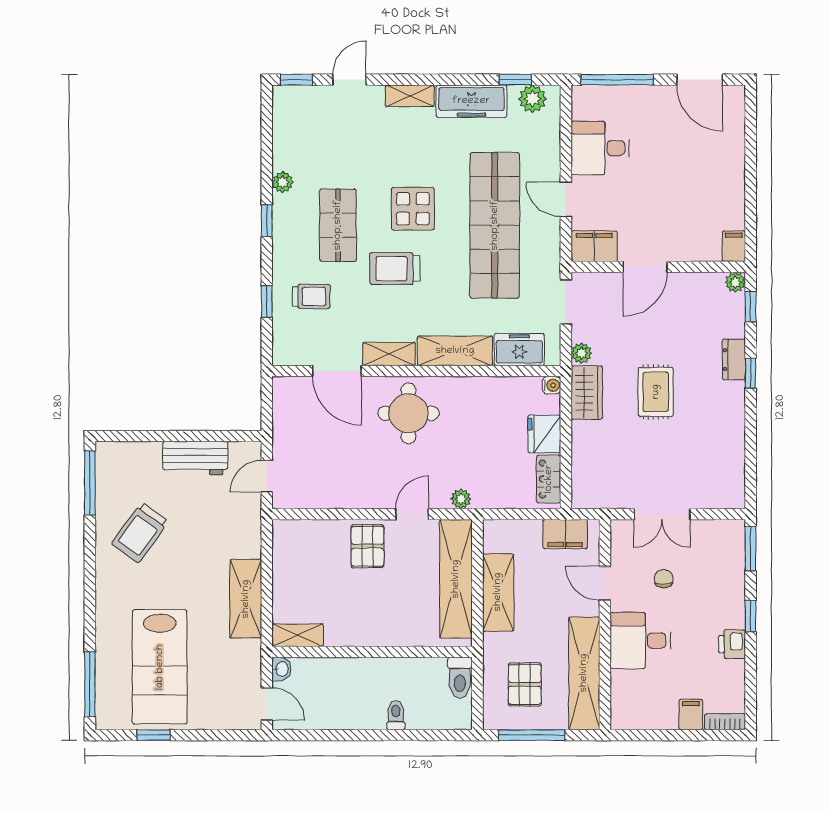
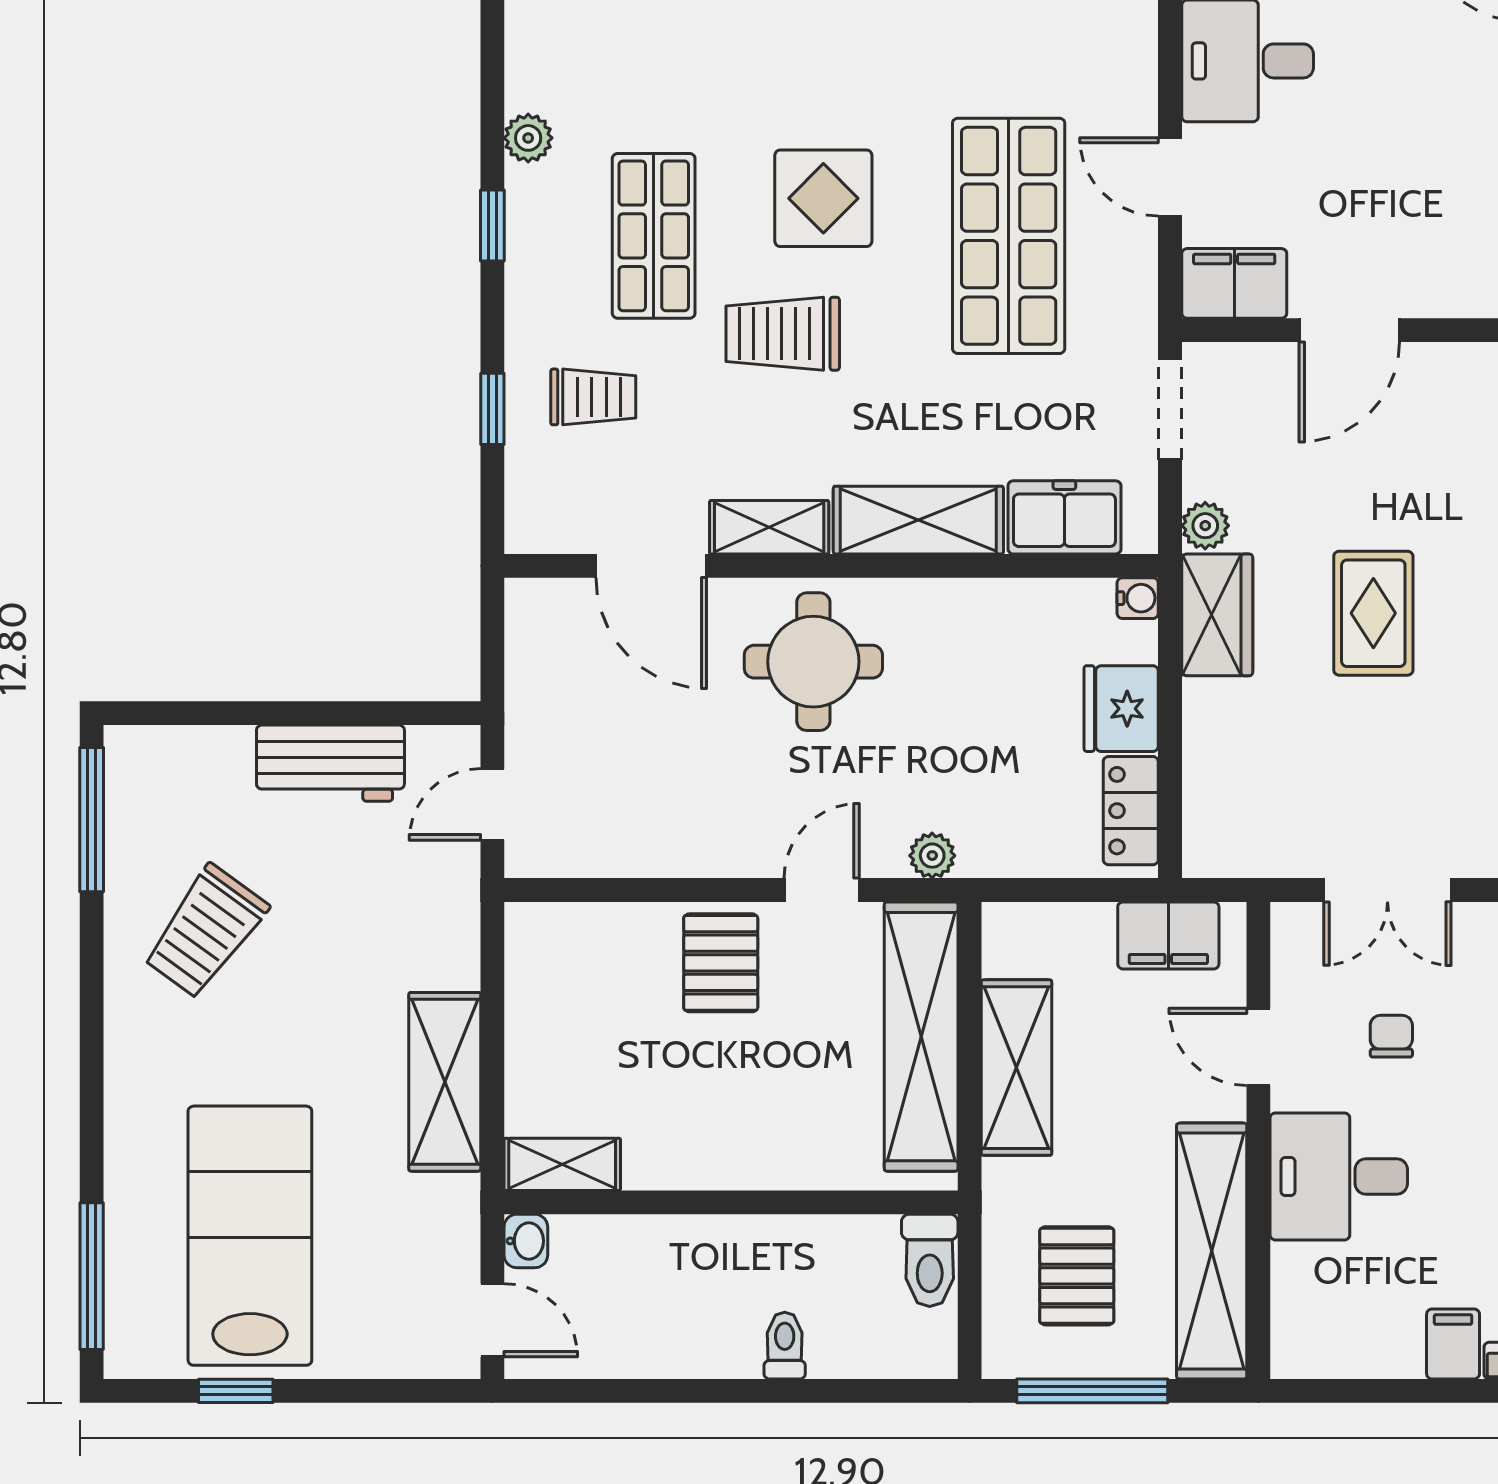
shop shelf: (495, 225) -> (1009, 236), width x0.71
lab bench: (160, 667) -> (250, 1236), turned 180

